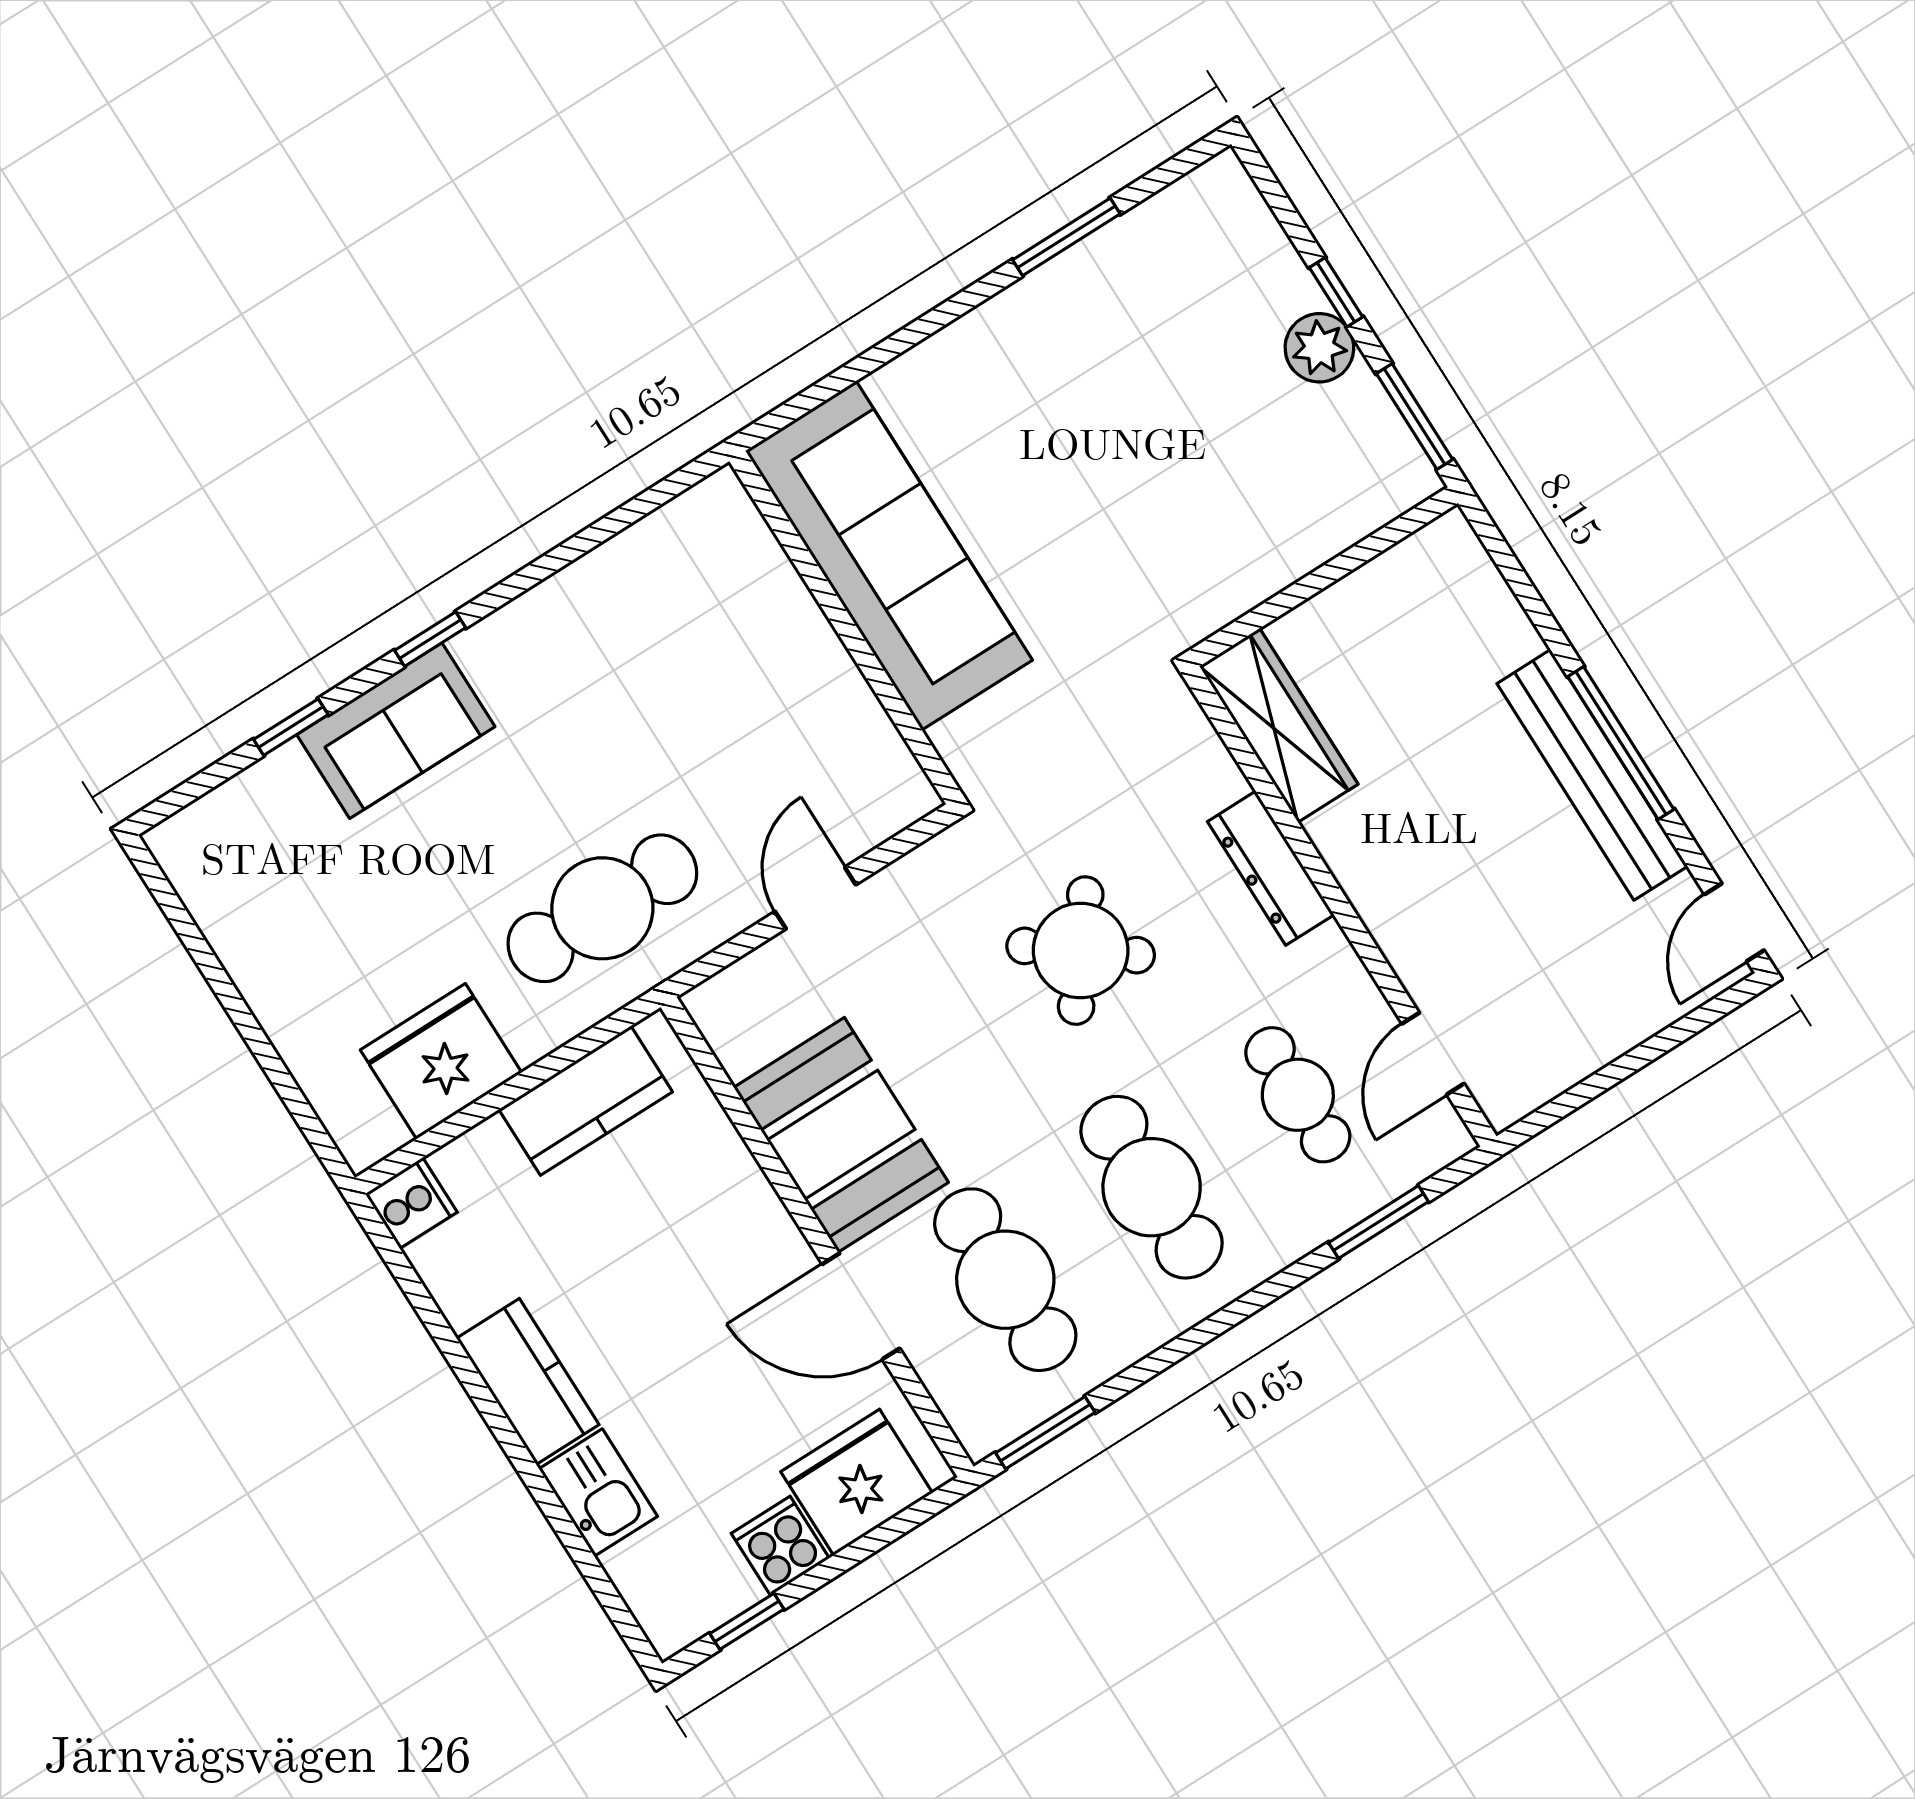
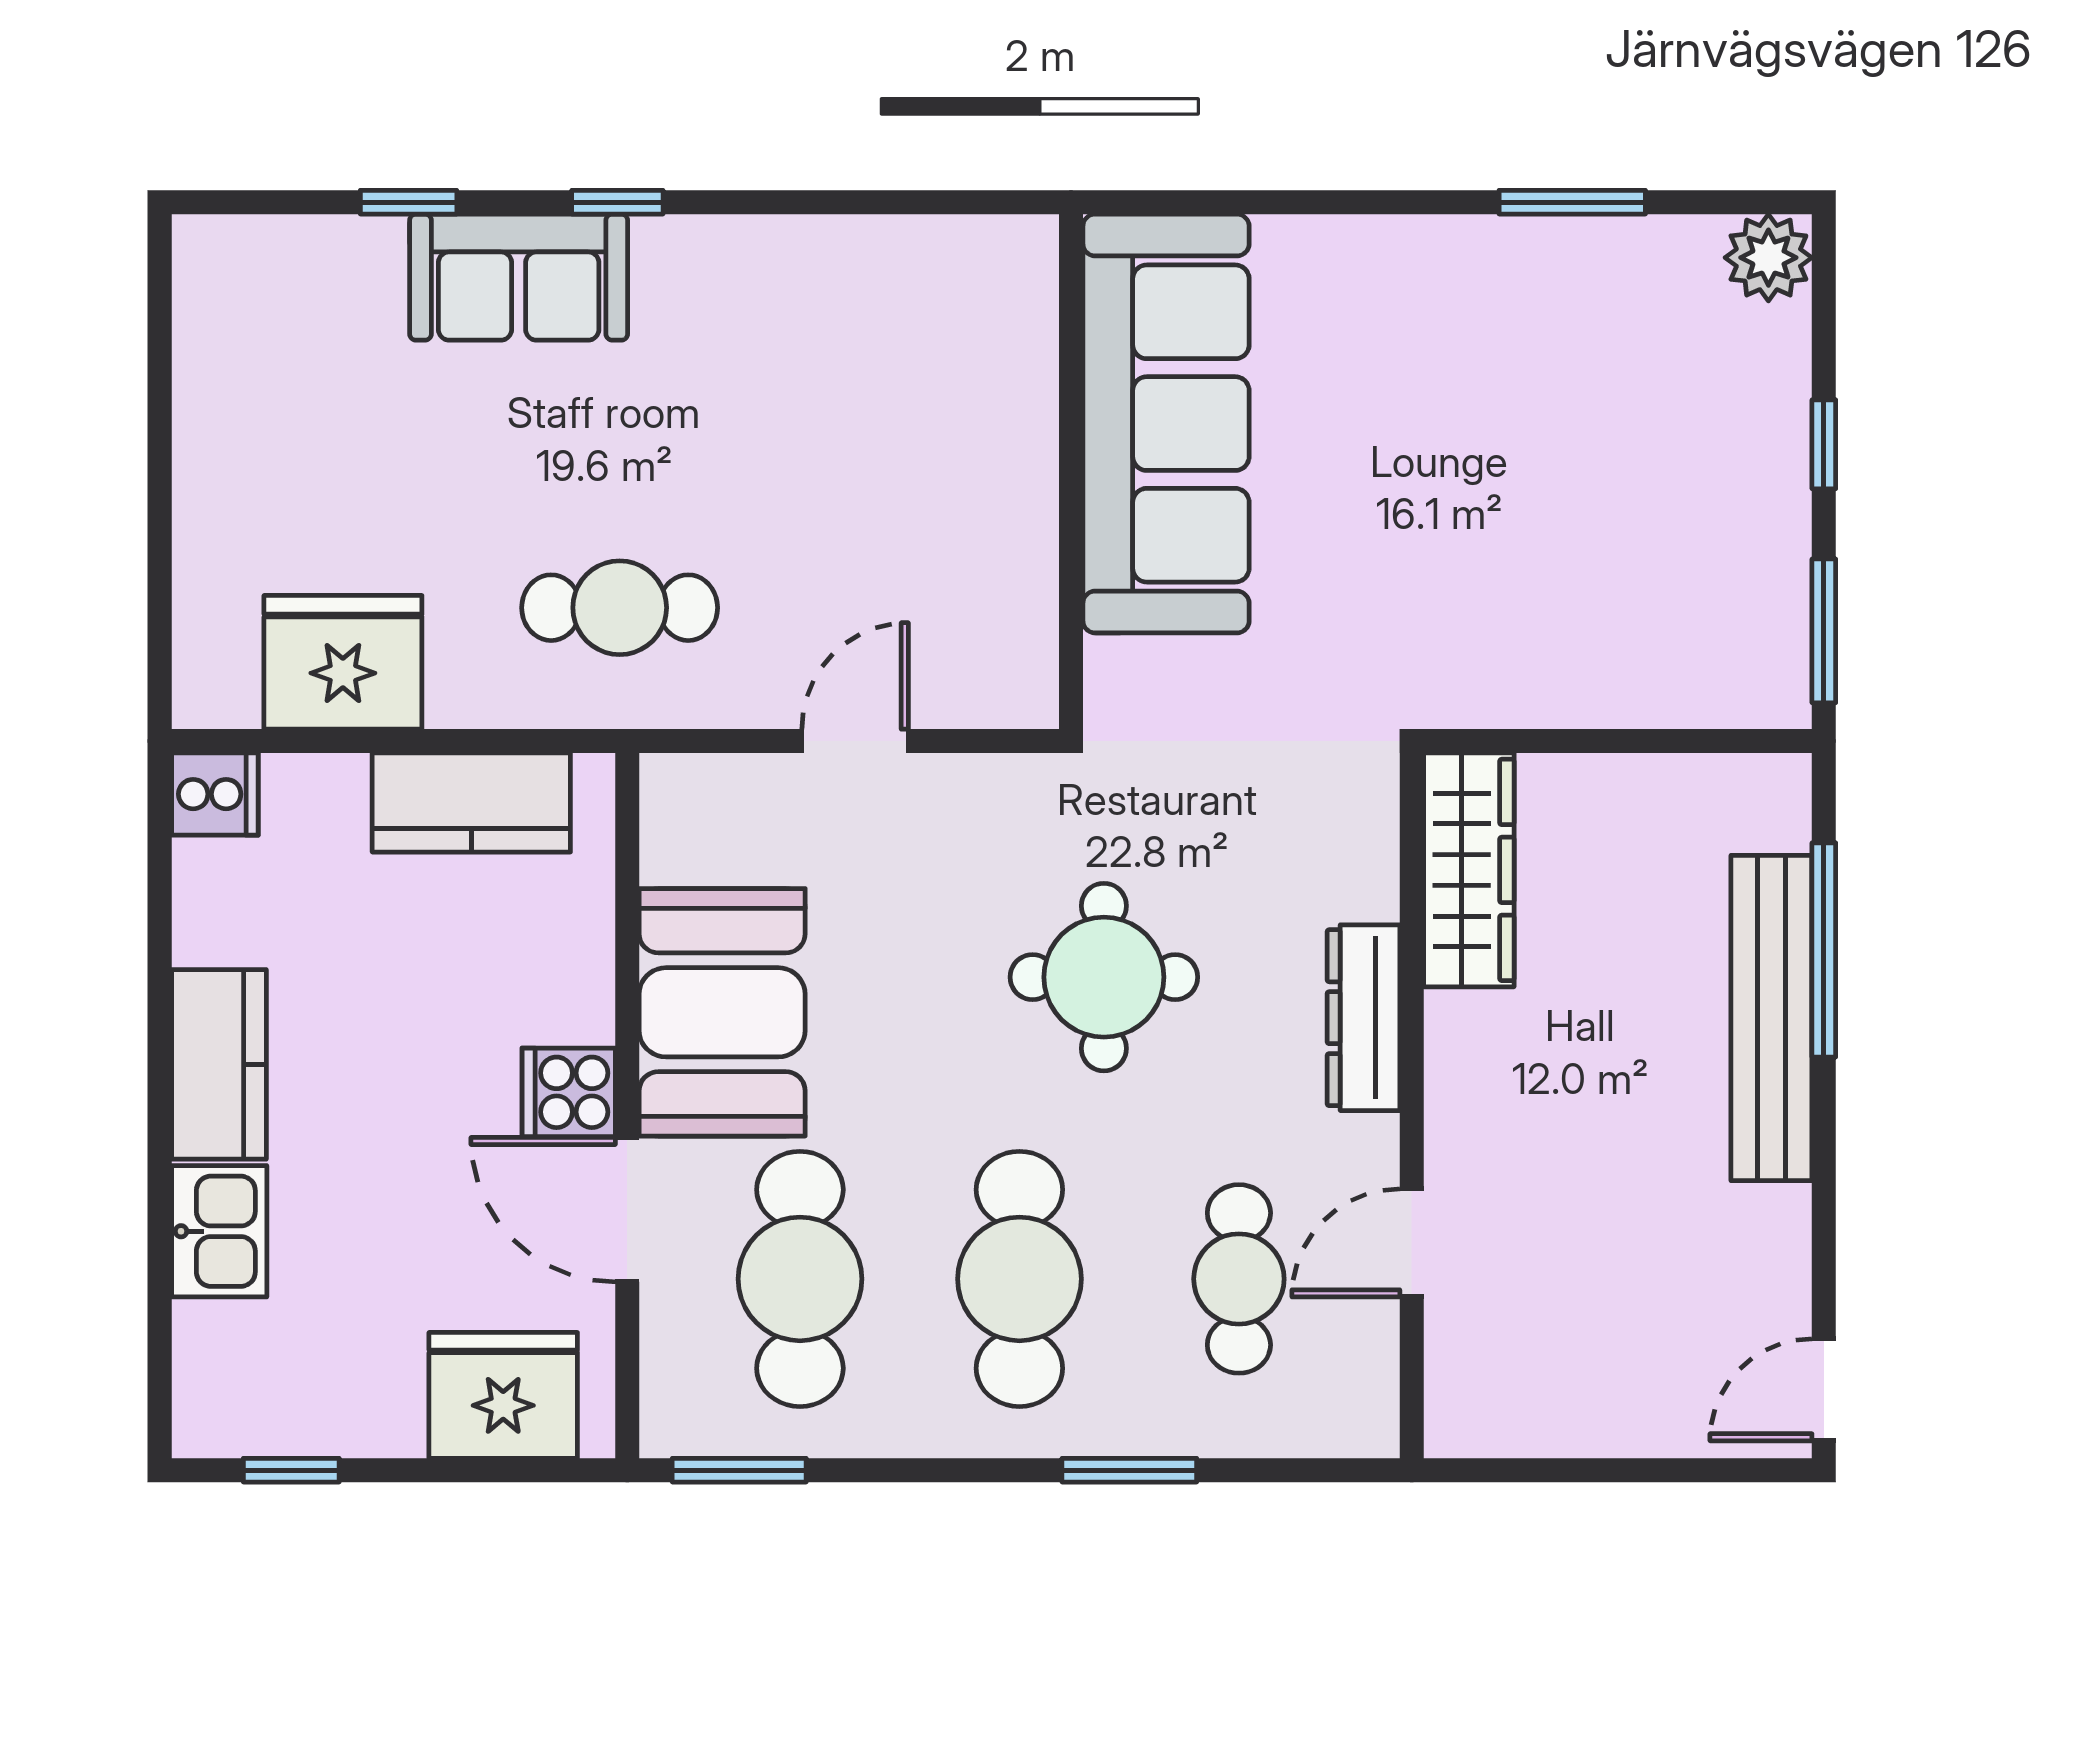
plant: (1319, 348) -> (1768, 258), moved
window: (1621, 743) -> (1824, 950), moved
bench: (1592, 775) -> (1771, 1018), moved
cafe table: (602, 908) -> (620, 608), width x0.73, depth x0.74
round table: (1081, 951) -> (1104, 977), turned -37
door: (1433, 1054) -> (1412, 1243), moved
window: (1379, 1222) -> (1129, 1470), moved
cooker: (780, 1546) -> (569, 1092), moved, turned -90

